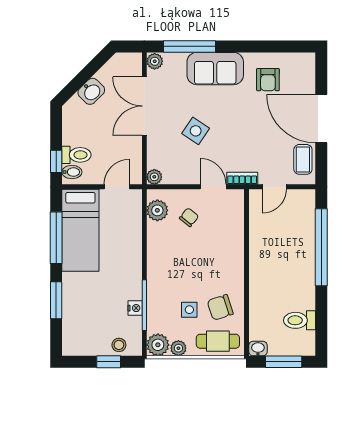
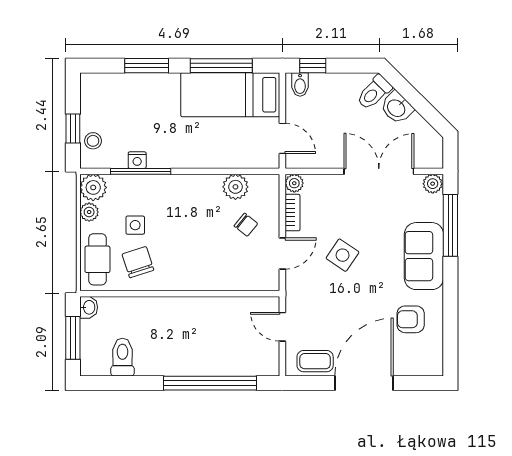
side table: (196, 131) -> (343, 255), moved
toilet: (76, 155) -> (374, 92), moved, turned 45
bookcase: (242, 178) -> (292, 213), moved
plant: (157, 210) -> (235, 187), moved

